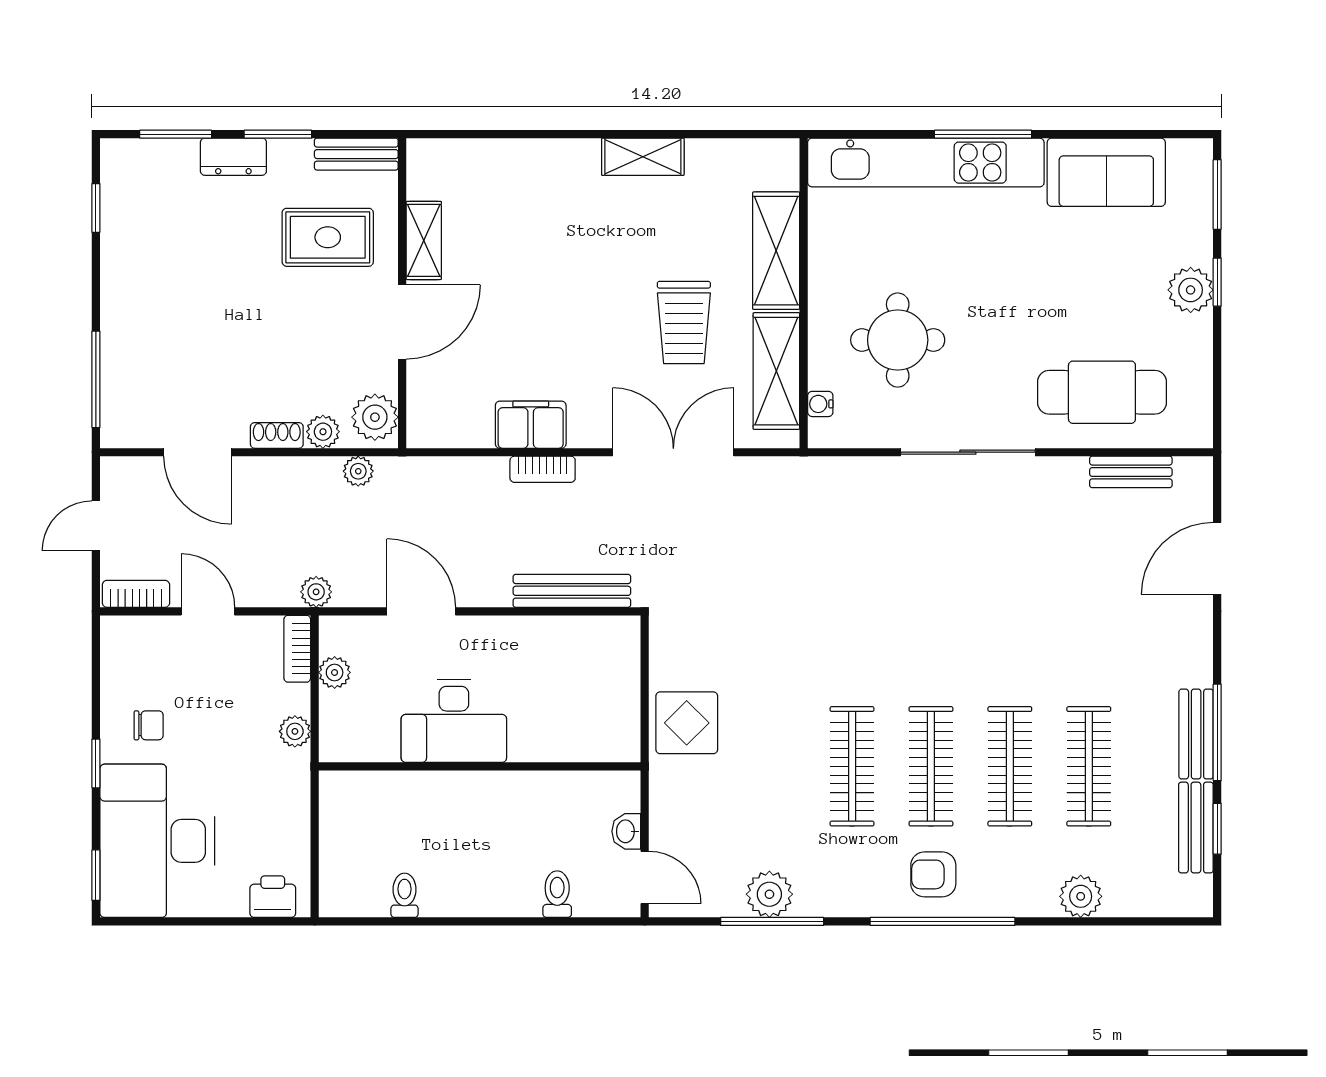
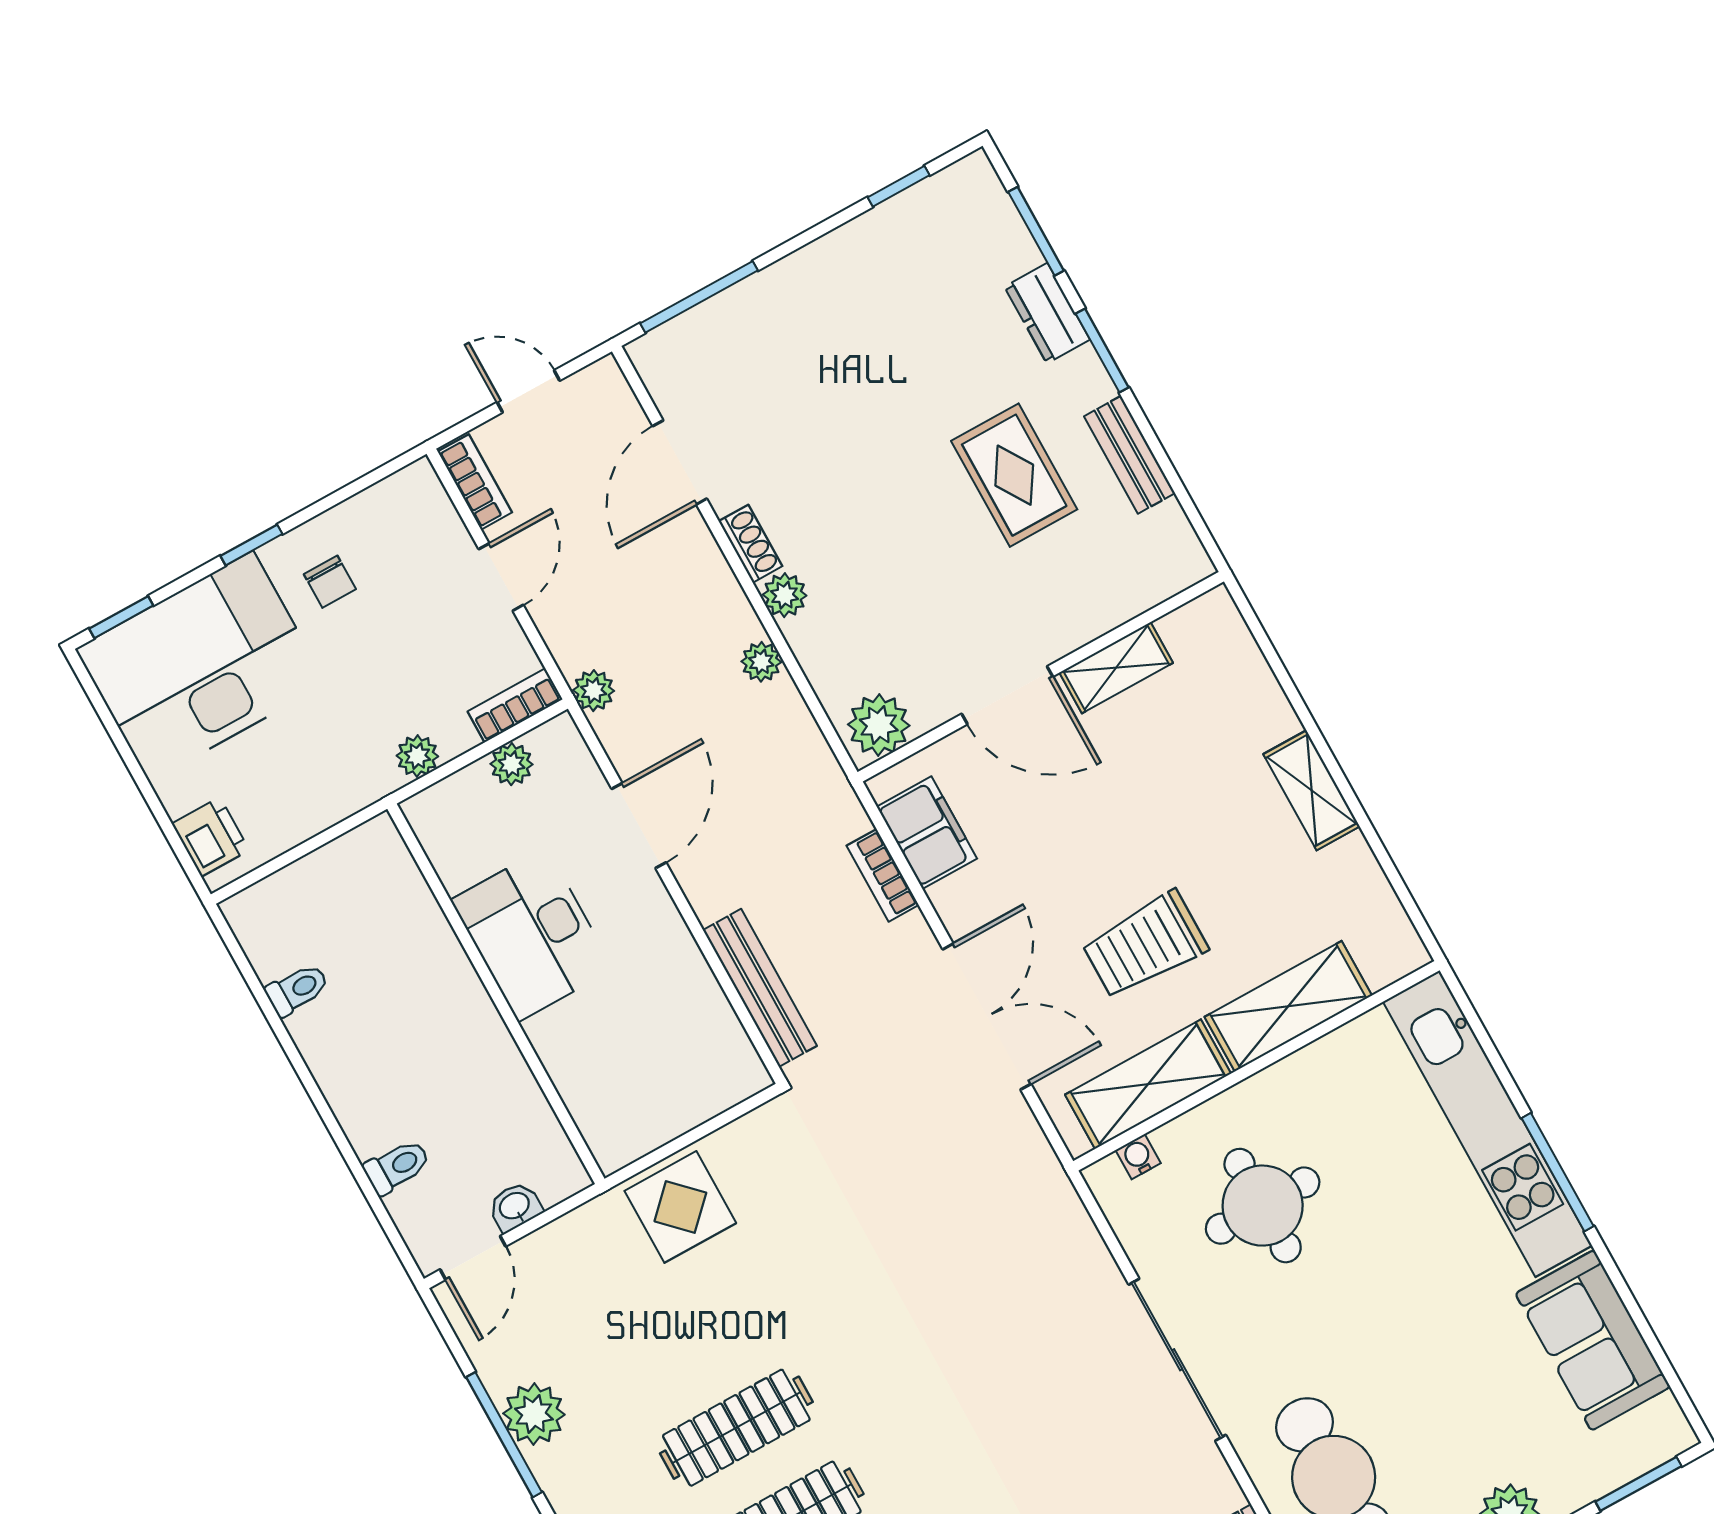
shelving: (424, 240) -> (1116, 668), moved
wall: (402, 293) -> (1041, 677), moved
door: (402, 322) -> (1007, 695), moved
plant: (375, 417) -> (879, 725), moved

